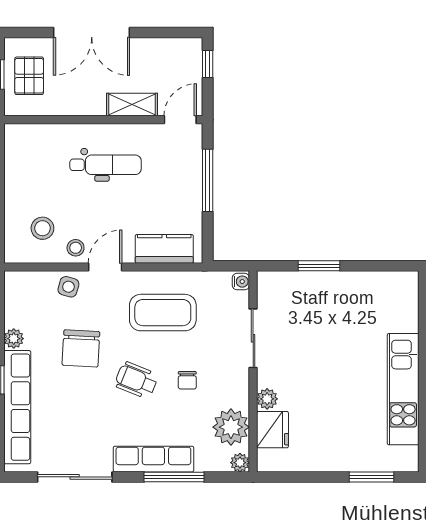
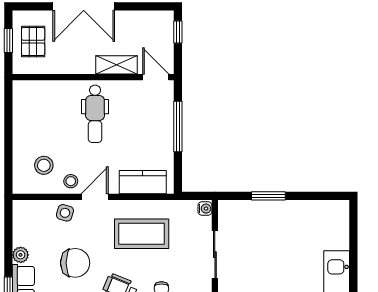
door: (180, 120) -> (156, 77), hinge flipped
dental chair: (106, 165) -> (95, 114), turned 90
chair: (81, 348) -> (75, 263), turned -93

